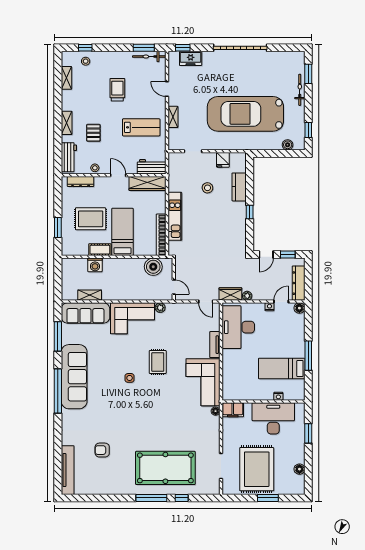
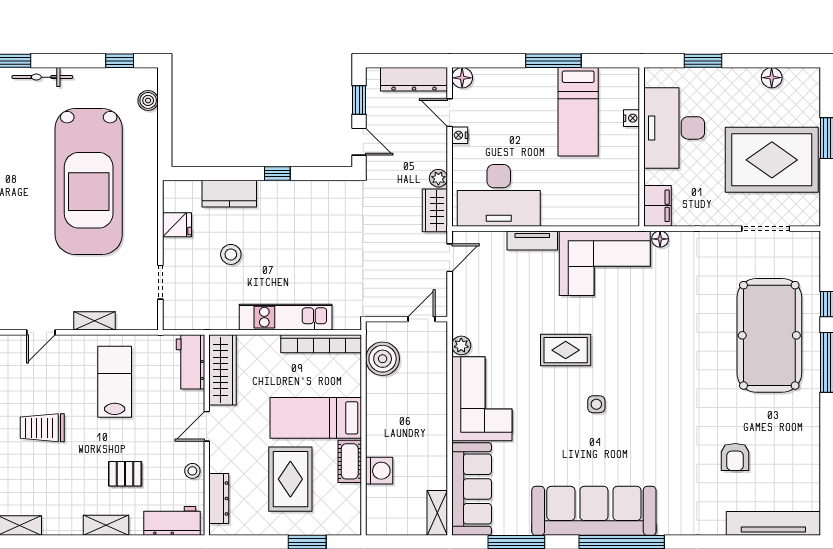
shelving: (90, 295) -> (437, 513), moved

